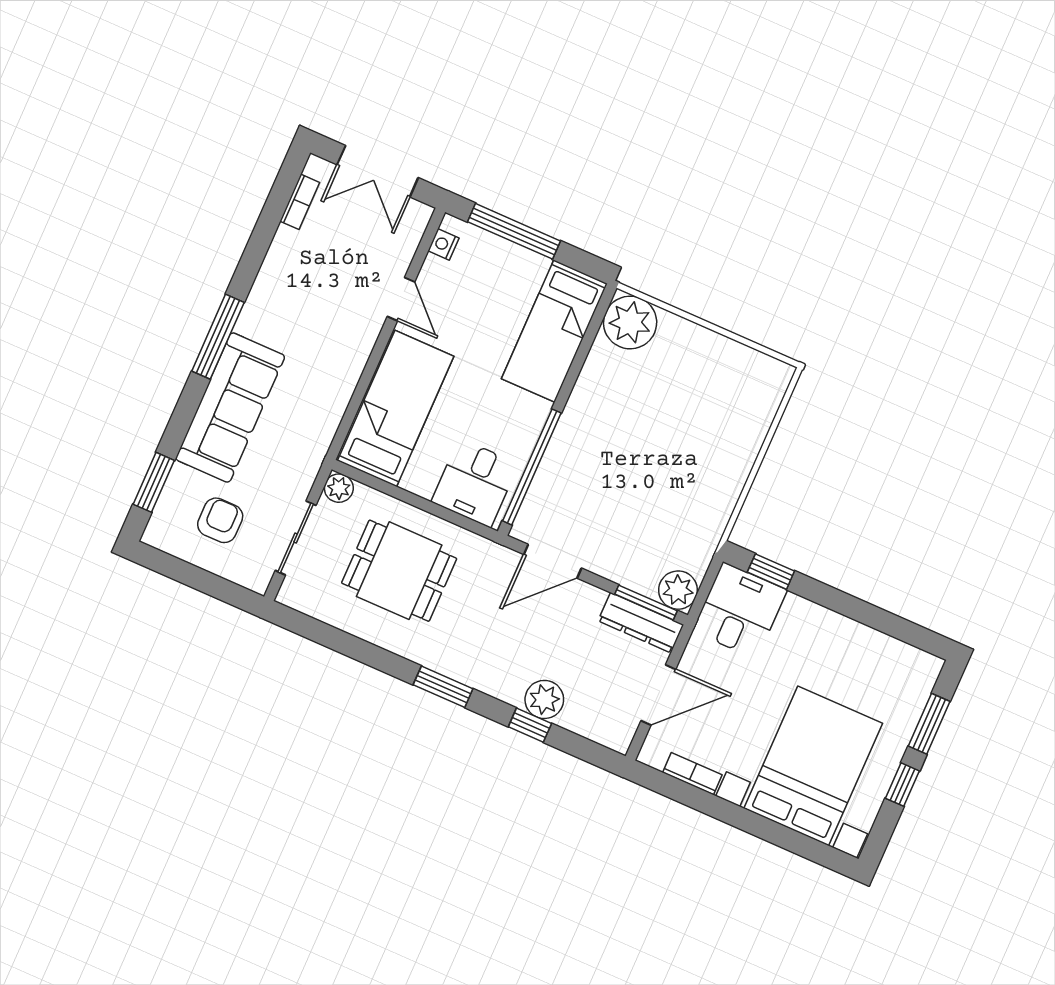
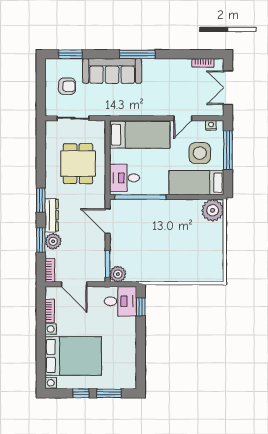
side table: (493, 295) -> (200, 153), added
plant: (339, 488) -> (99, 126), removed
dresser: (641, 623) -> (52, 215), moved, turned 180
window: (530, 725) -> (41, 240), width x1.50
bookcase: (604, 735) -> (50, 270), added

